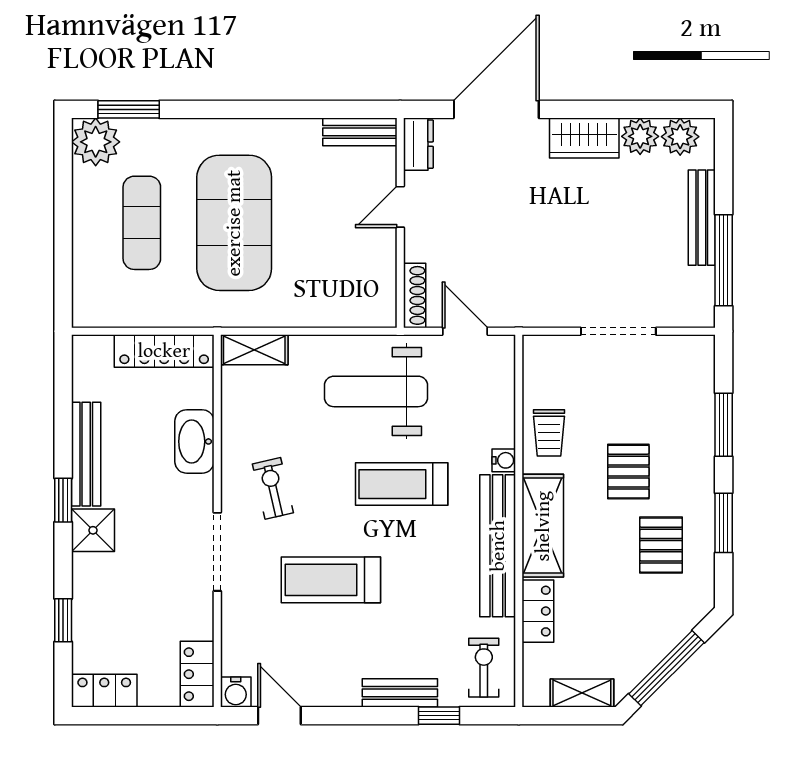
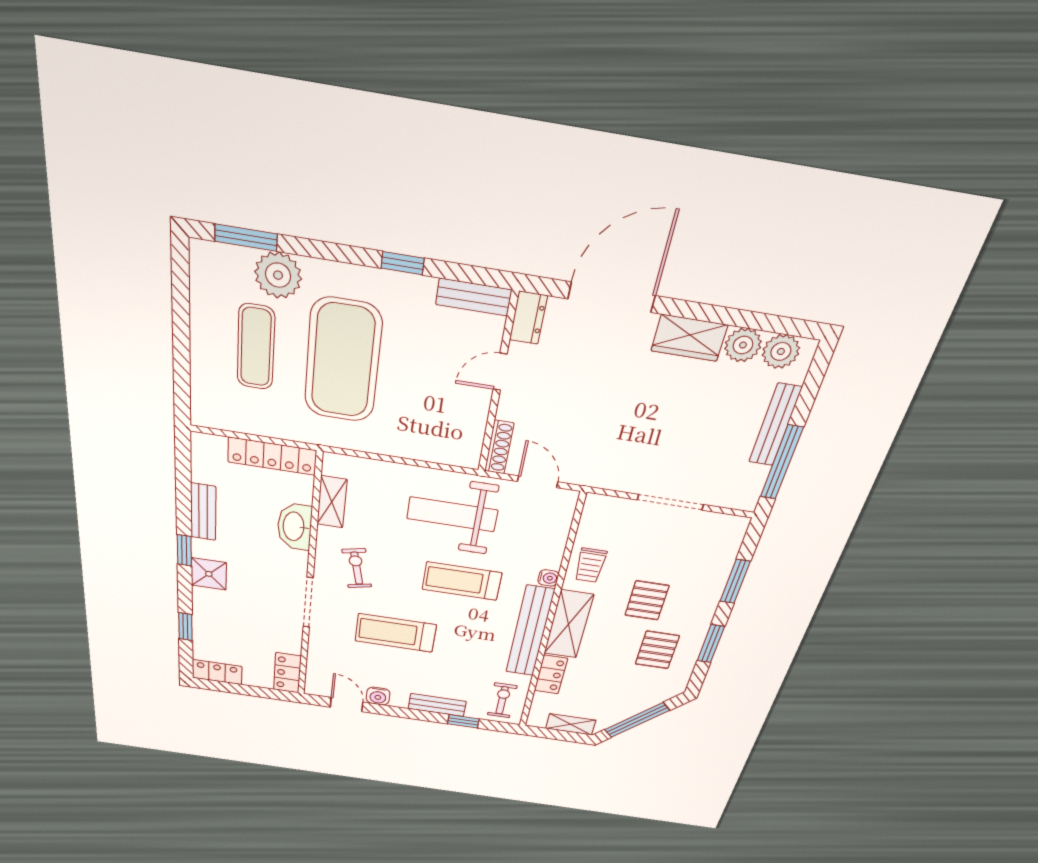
window: (285, 109) -> (403, 263), added
plant: (96, 142) -> (278, 275), moved
shelving: (254, 350) -> (332, 502), moved, turned 90
bench: (86, 454) -> (203, 512), width x0.73
water cooler: (236, 692) -> (378, 696), moved

